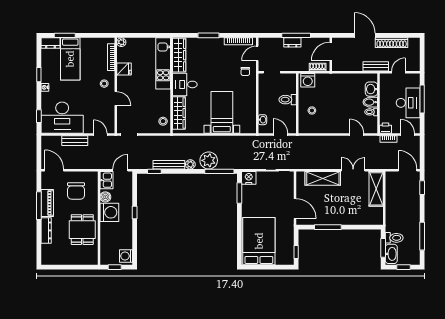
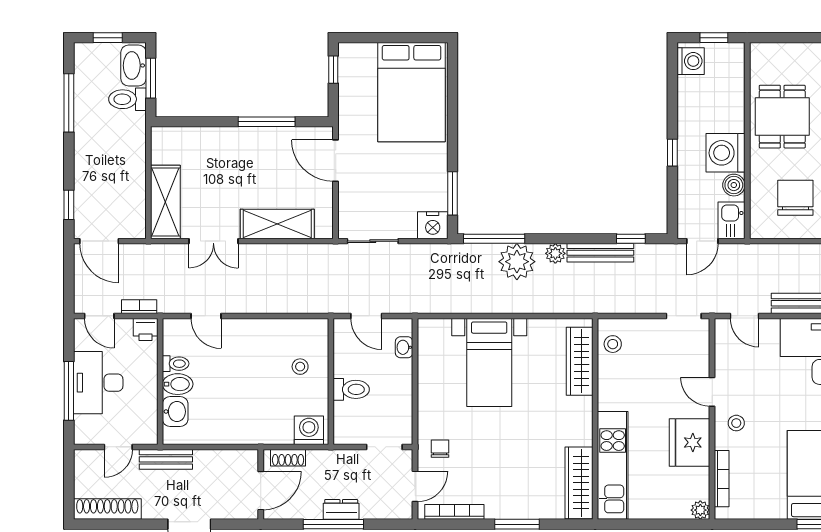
shoe rack: (392, 43) -> (107, 509), moved
fridge: (124, 69) -> (690, 442), width x1.88, depth x1.34
desk: (185, 84) -> (567, 421), removed

